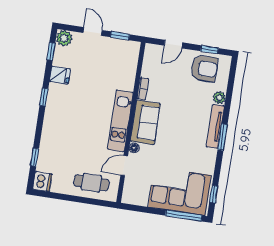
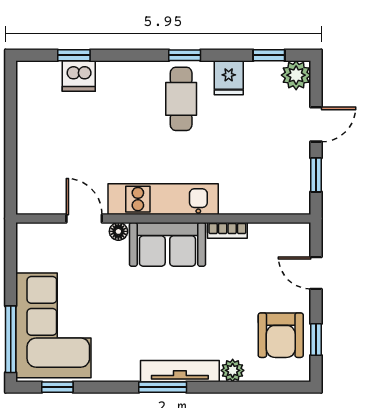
dishwasher: (42, 182) -> (79, 76), moved
cafe table: (91, 183) -> (181, 99), moved

